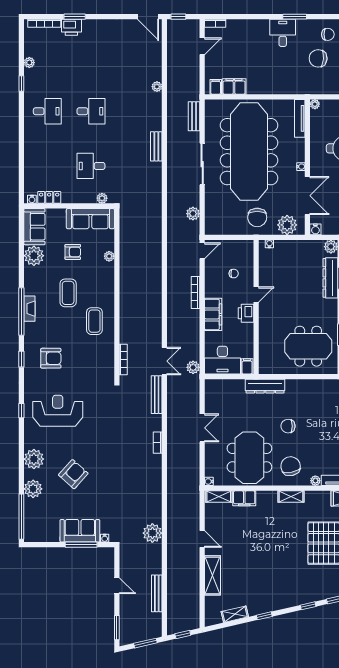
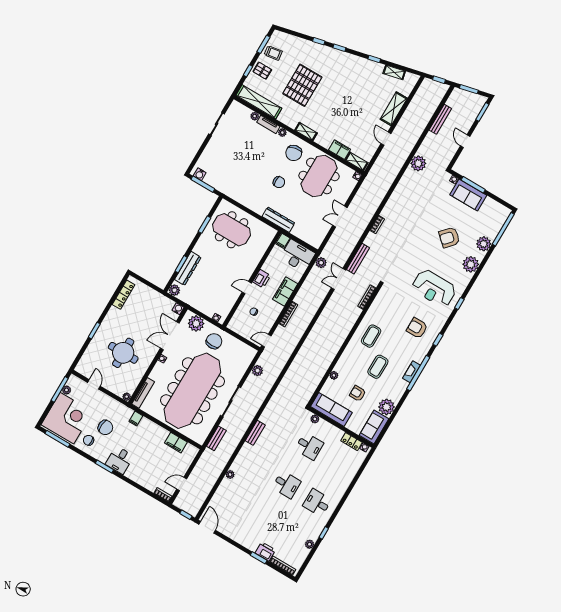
filing cabinet: (216, 87) -> (136, 419), moved
desk: (91, 111) -> (287, 485), turned 180

